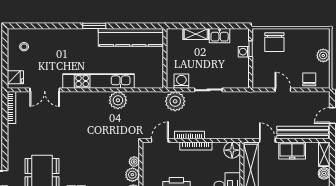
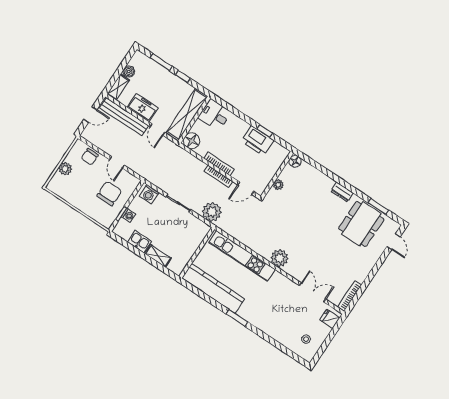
chair: (274, 42) -> (109, 193), moved
kitchen unit: (98, 81) -> (242, 256), moved
washing machine: (181, 81) -> (149, 194), moved
plant: (118, 100) -> (279, 258), moved
plant: (132, 175) -> (287, 175), removed

